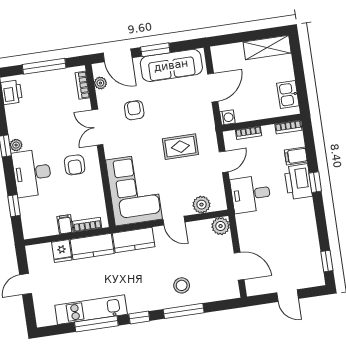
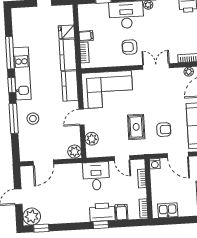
armchair: (134, 110) -> (164, 130), moved
plant: (312, 275) -> (32, 216), added
kitchen unit: (91, 310) -> (22, 74), moved

